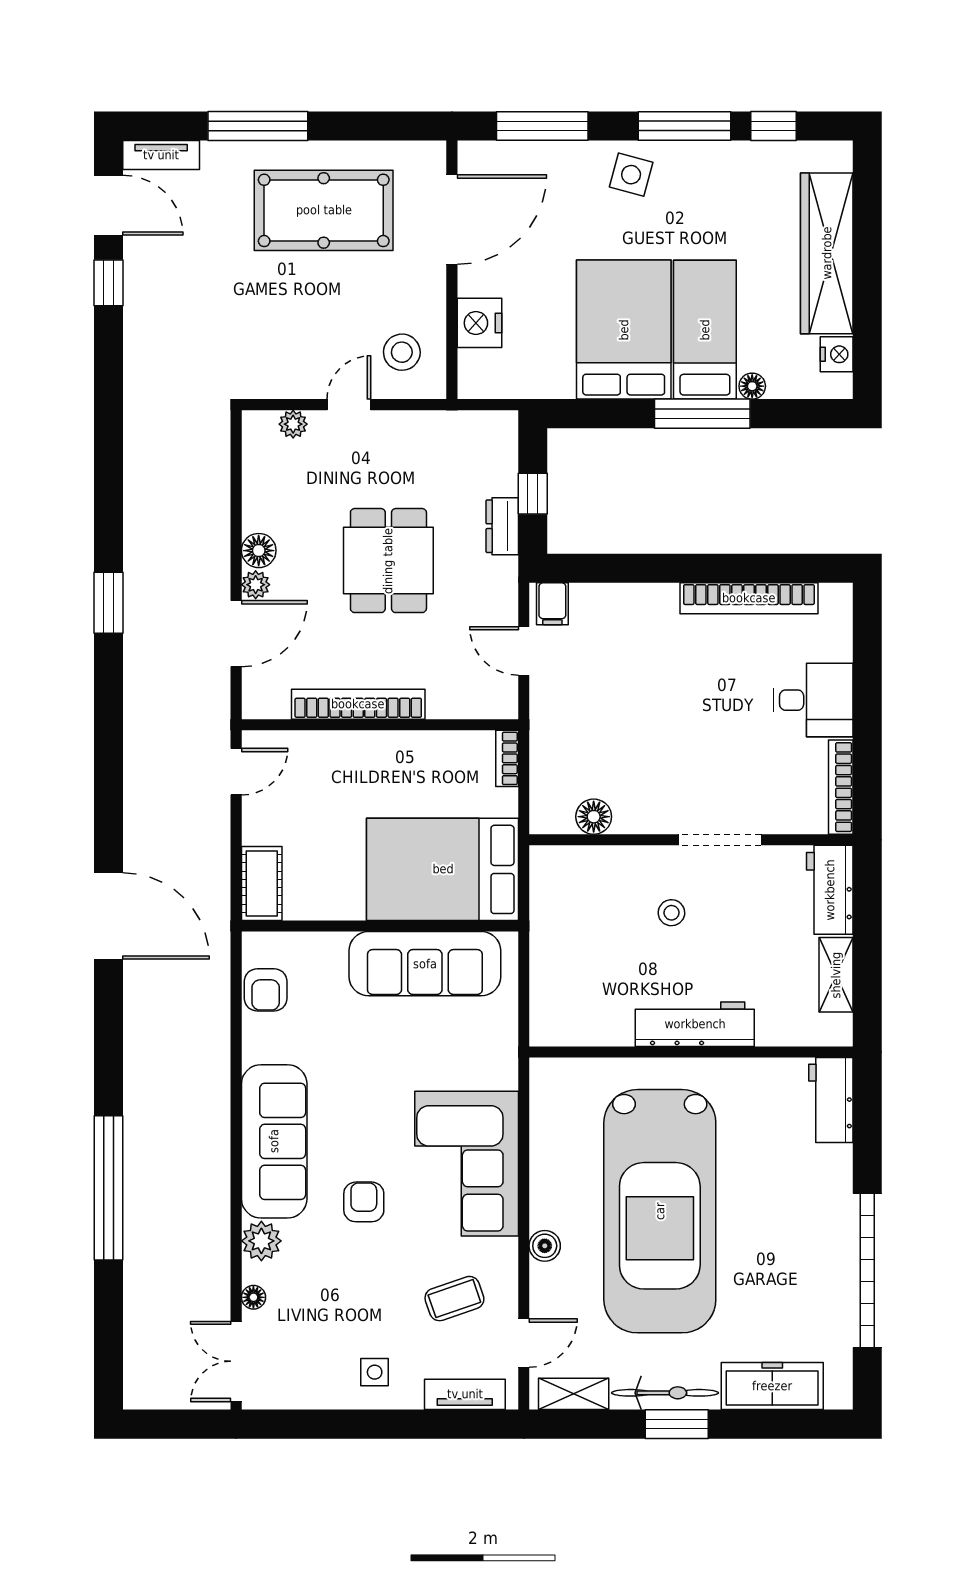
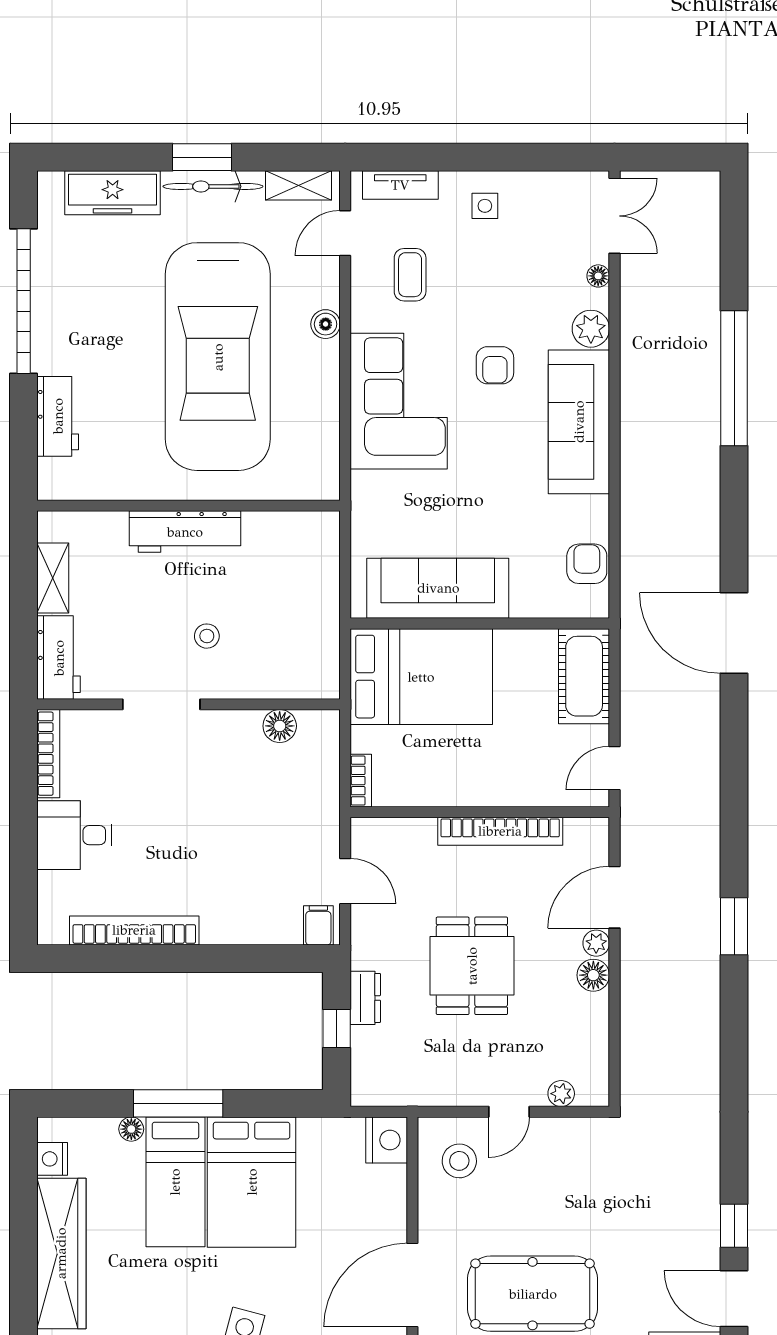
nightstand: (479, 323) -> (387, 1140), moved
cot: (262, 884) -> (584, 676), width x1.37, depth x1.34
workbench: (831, 1100) -> (58, 416), moved
car: (660, 1211) -> (218, 357), turned 180
coffee table: (454, 1299) -> (410, 275), turned -71

